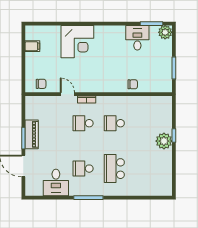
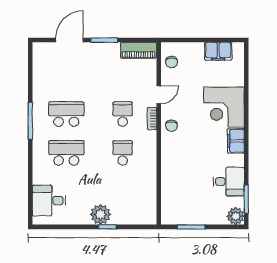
filing cabinet: (105, 32) -> (236, 141), added
filing cabinet: (32, 46) -> (218, 51), width x2.00
chair: (133, 84) -> (171, 126), moved
piano: (32, 134) -> (139, 50), moved
school desk: (83, 169) -> (66, 114), width x1.85
desk: (56, 182) -> (49, 201), moved

